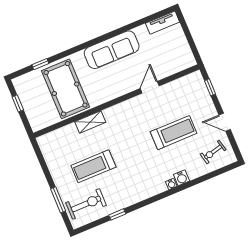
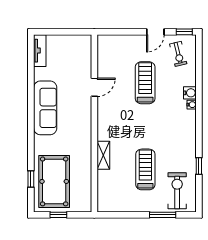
door: (150, 87) -> (94, 87), swing flipped
window: (210, 87) -> (184, 32), moved
pool table: (66, 89) -> (54, 181), moved, turned 90
treadmill: (93, 166) -> (145, 169), turned 180

